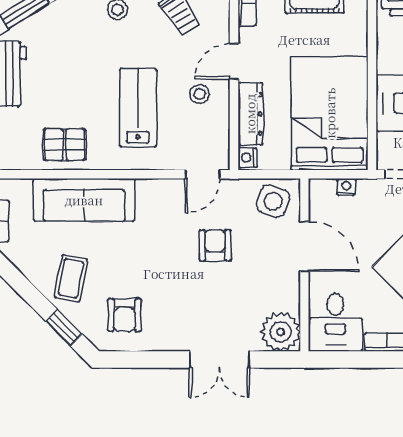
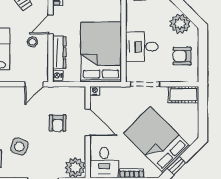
nightstand: (346, 187) -> (95, 91), moved
side table: (273, 201) -> (19, 147), moved
armchair: (215, 245) -> (58, 123), moved, turned 180

